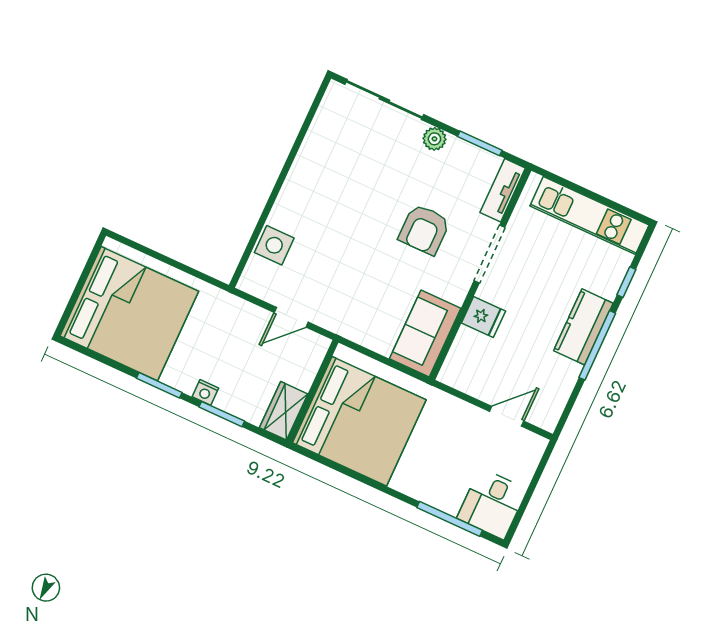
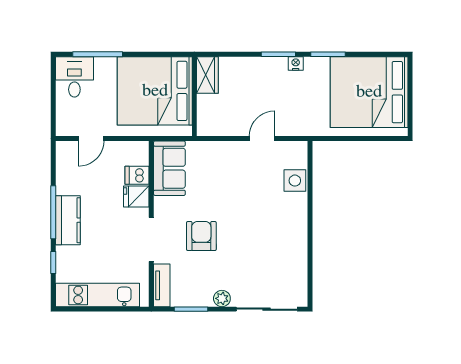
dishwasher: (470, 343) -> (137, 175), added
wall: (312, 391) -> (194, 96), moved
wardrobe: (284, 411) -> (207, 75), moved
bed: (359, 421) -> (155, 91), moved

